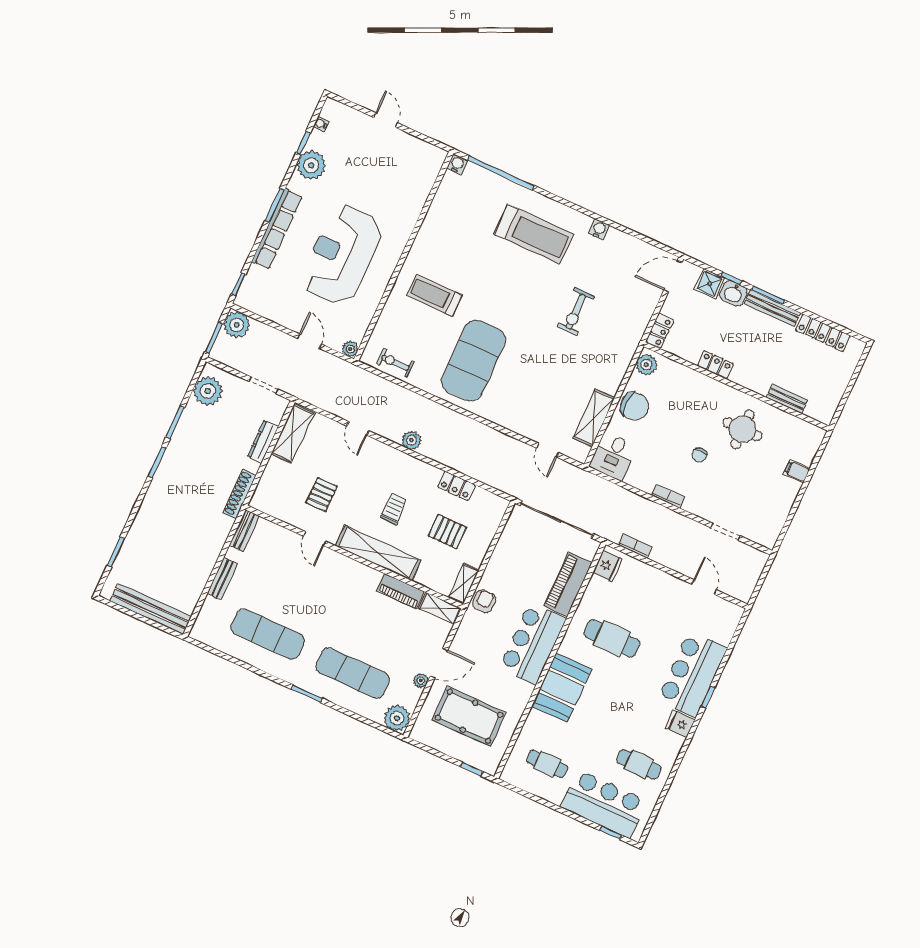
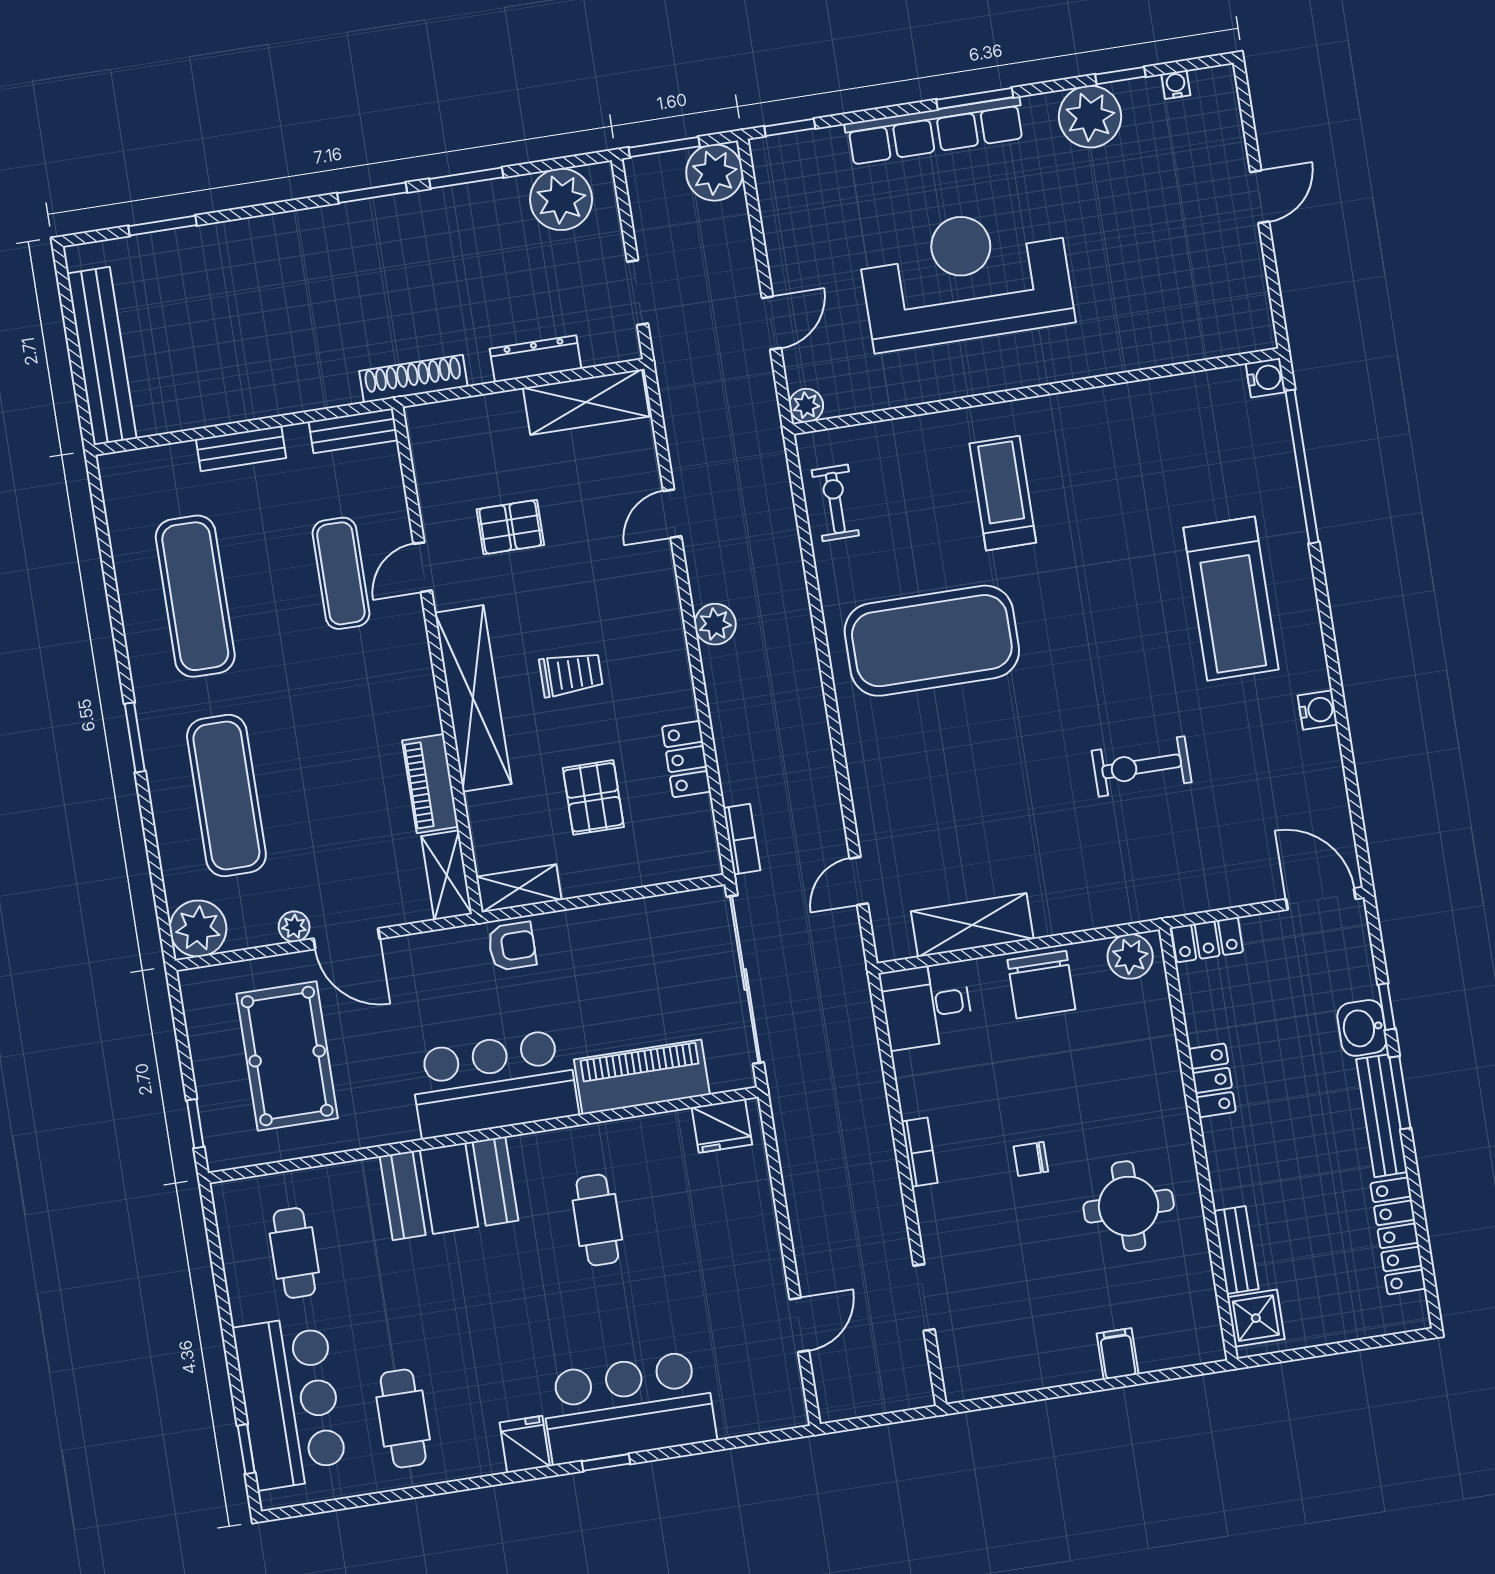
shower: (710, 284) -> (1256, 1318), moved
bookcase: (635, 546) -> (742, 839), moved
exercise mat: (296, 572) -> (341, 573), added
cafe table: (612, 638) -> (597, 1220), width x0.73, depth x0.74

